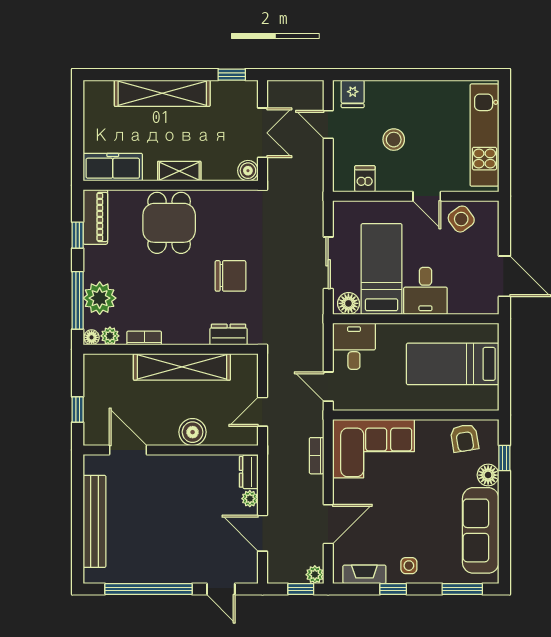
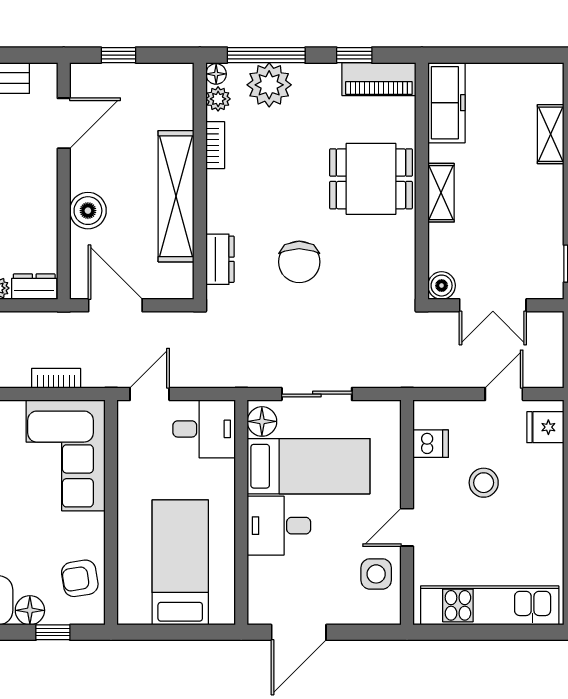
shelving: (162, 93) -> (551, 134), width x0.45, depth x0.75
side table: (461, 219) -> (376, 574), turned 36
door: (263, 412) -> (115, 305), width x1.38

